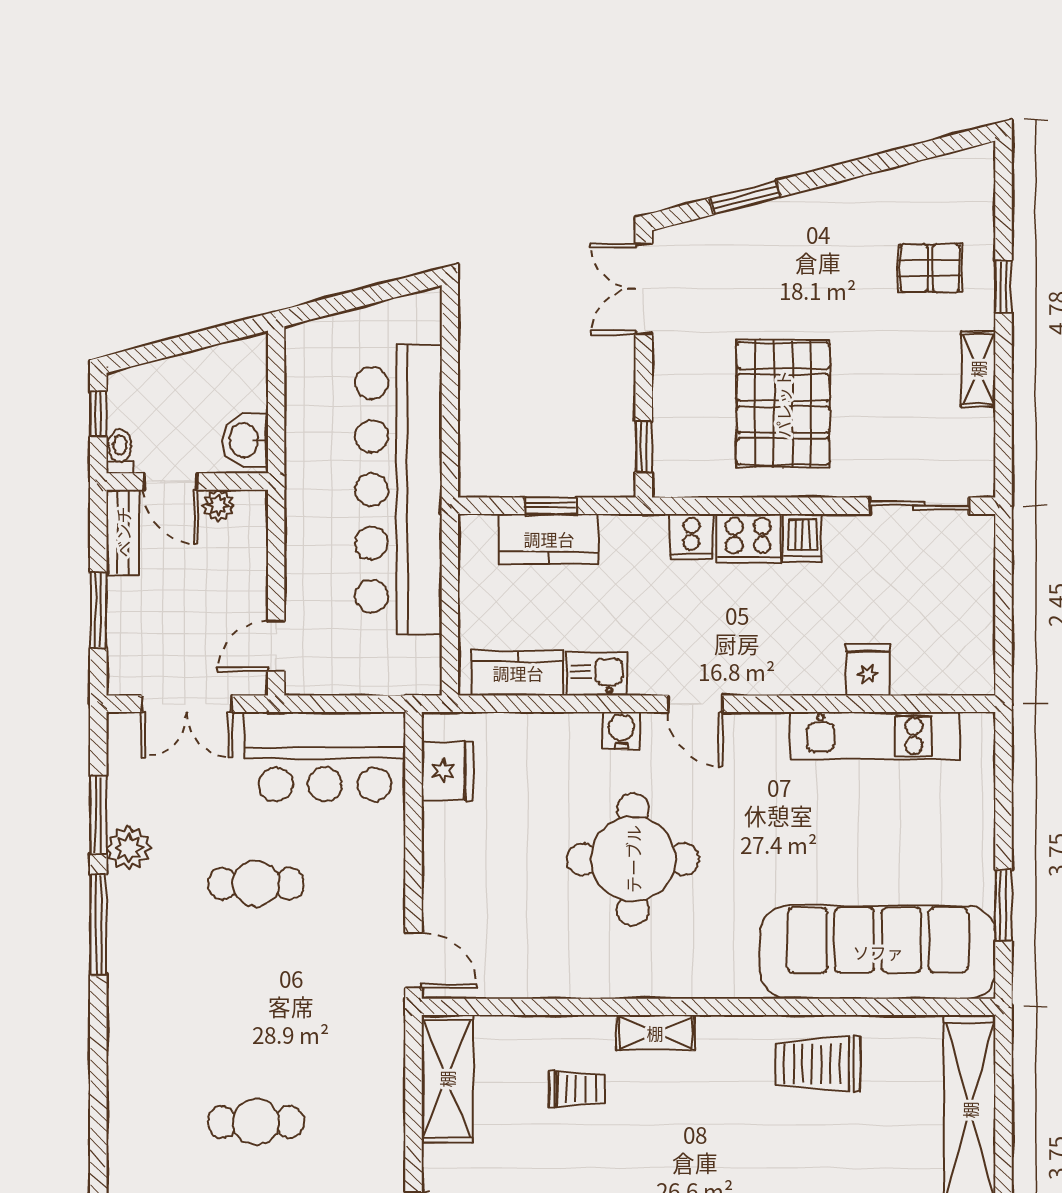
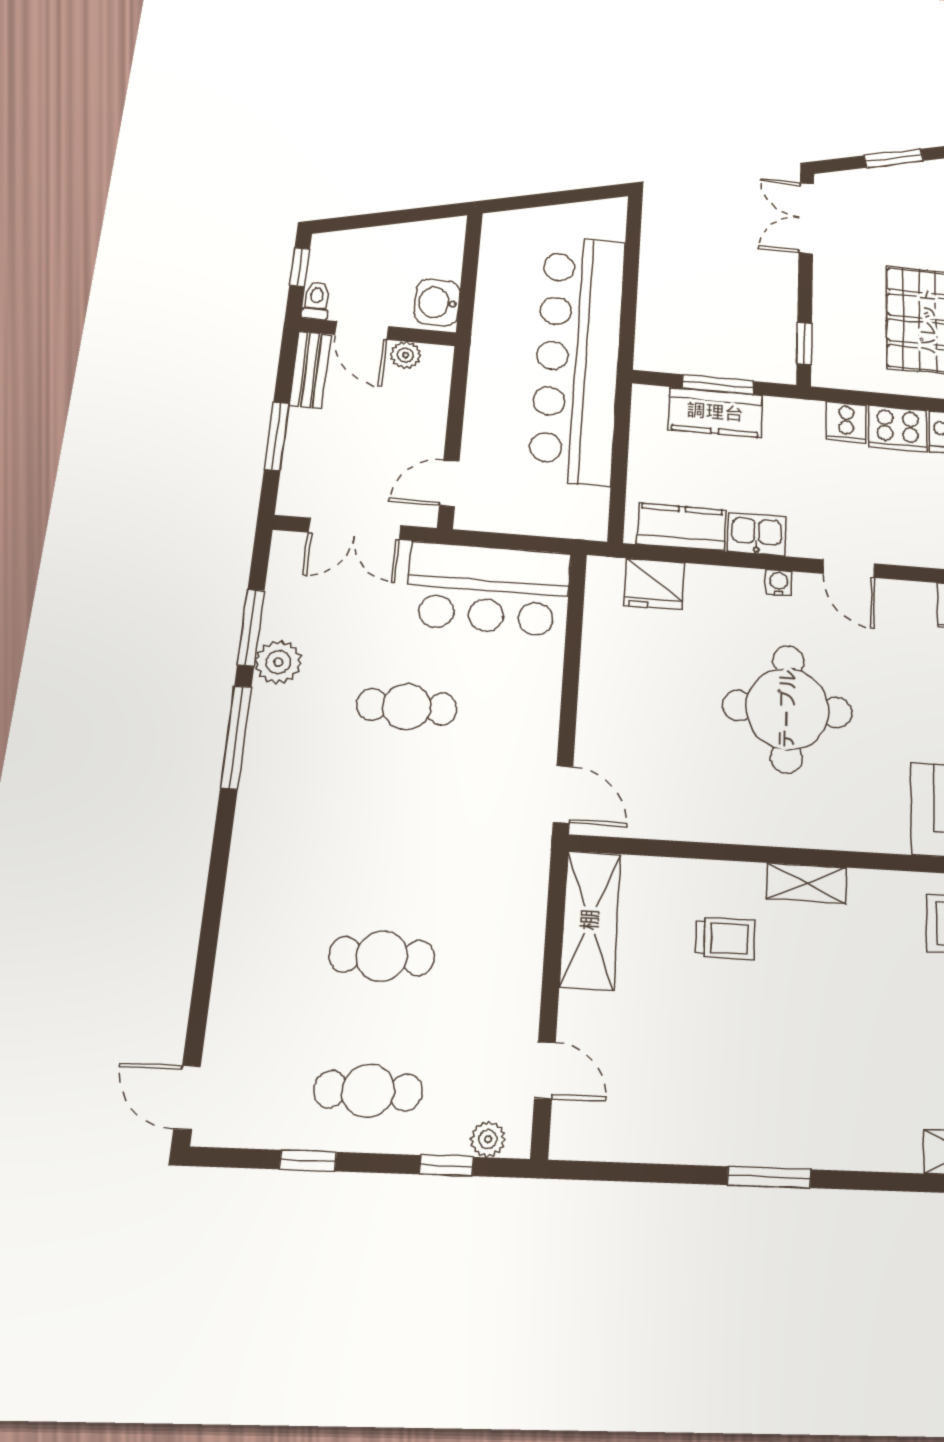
window: (551, 506) -> (718, 385), width x1.50
water cooler: (621, 731) -> (779, 583), width x0.72, depth x0.72
fridge: (447, 771) -> (654, 584), moved, turned 90

